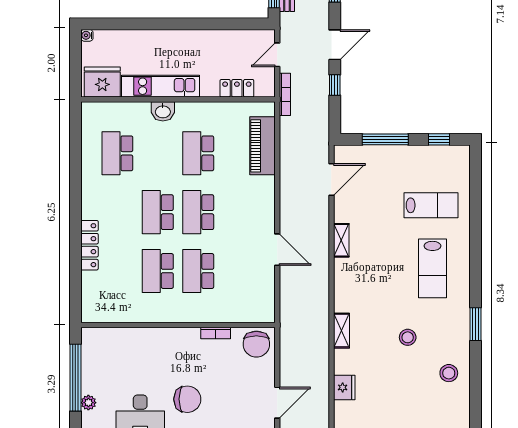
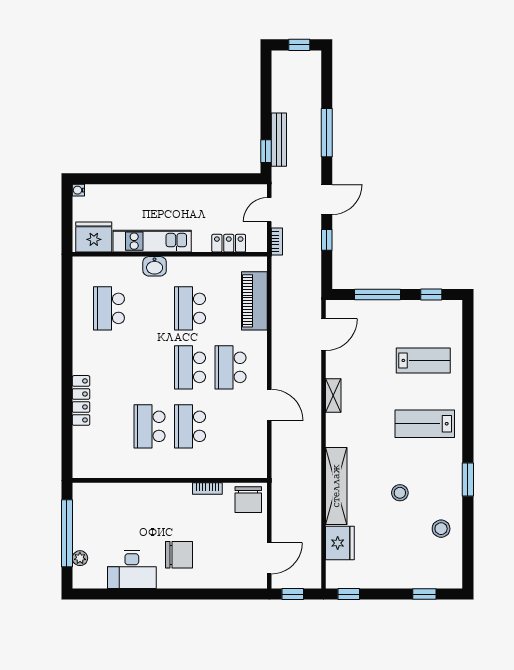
bookcase: (285, 94) -> (277, 242), width x0.64
school desk: (158, 212) -> (231, 367), moved
lab bench: (432, 268) -> (425, 424), turned 90
shelving: (342, 331) -> (336, 486), width x2.20, depth x1.33
fridge: (344, 387) -> (340, 543), width x1.36, depth x1.34

